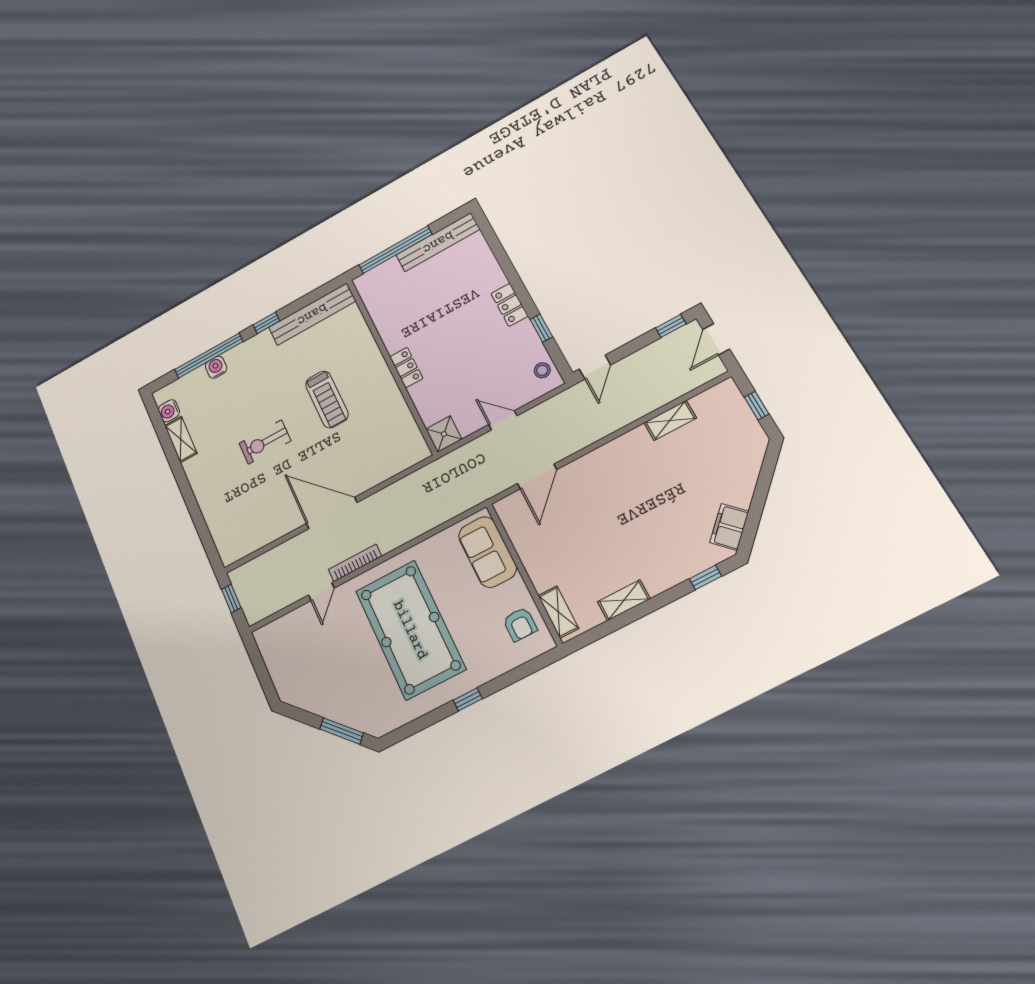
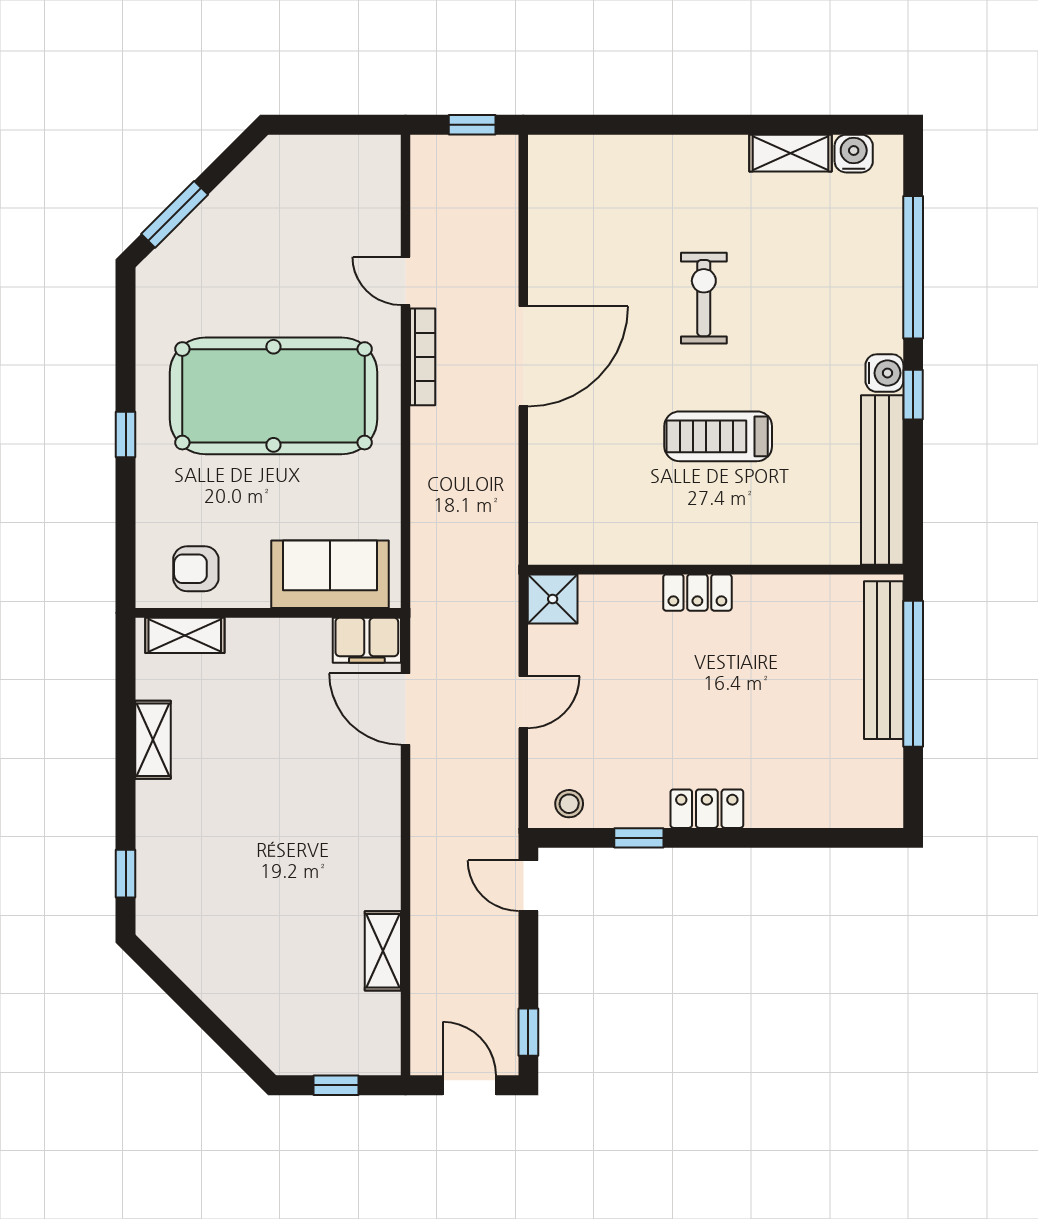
bench: (438, 242) -> (884, 660), moved
water cooler: (216, 367) -> (884, 373), moved
filing cabinet: (729, 527) -> (367, 640), moved, turned 135

